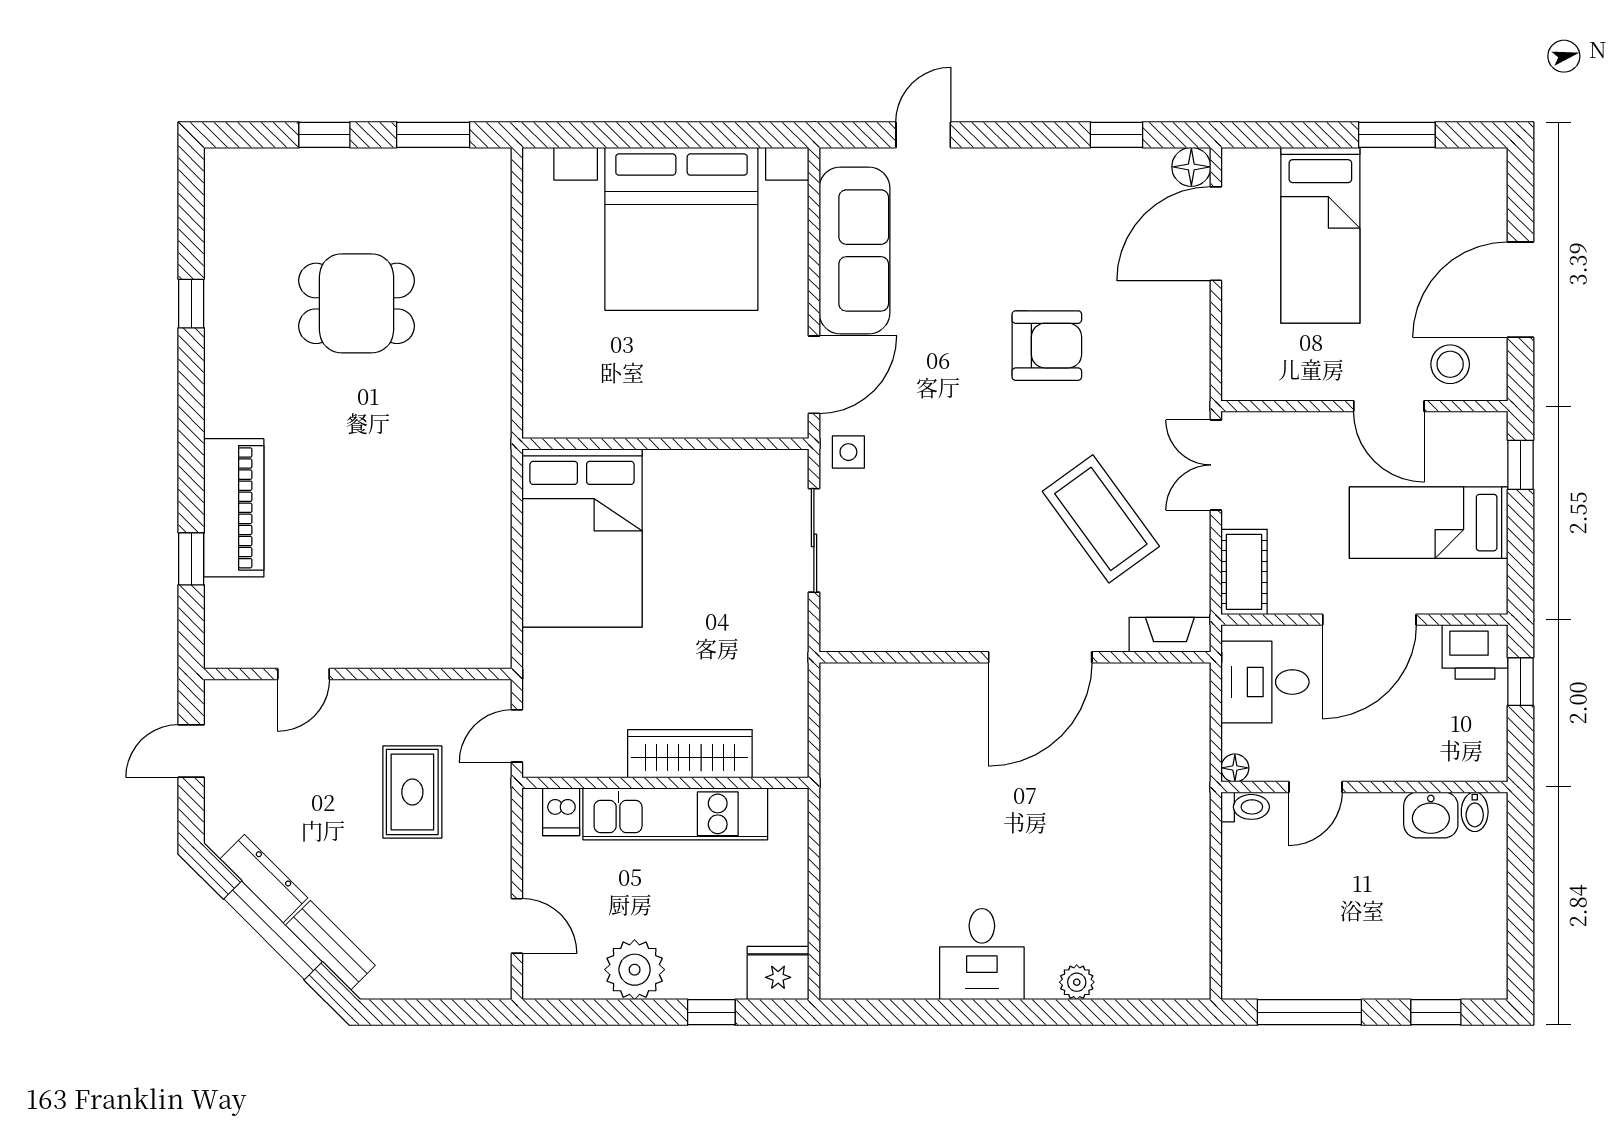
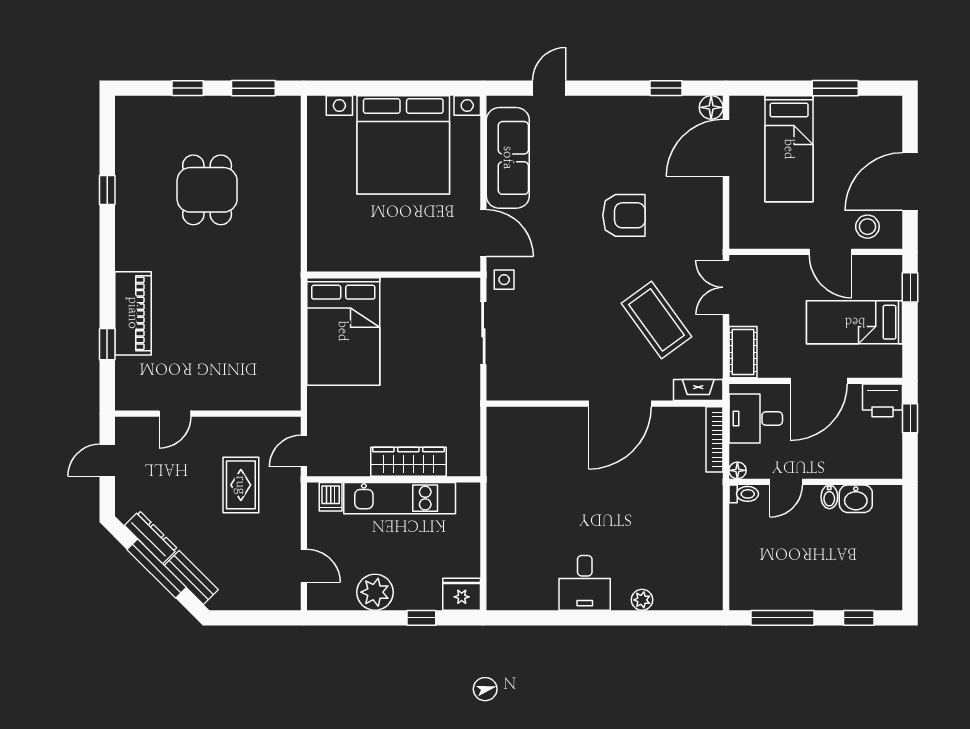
dining table: (357, 303) -> (207, 190), turned 90
door: (814, 375) -> (483, 233), hinge flipped
bookcase: (1197, 716) -> (715, 439), added
bidet: (1475, 812) -> (829, 497), moved

